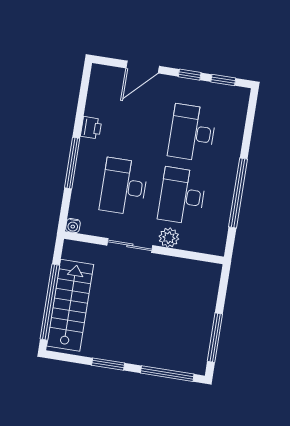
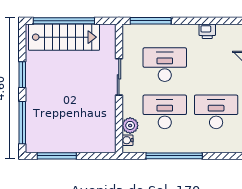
window: (72, 163) -> (151, 21), moved
water cooler: (73, 226) -> (128, 140), moved
plant: (169, 238) -> (130, 125), moved

